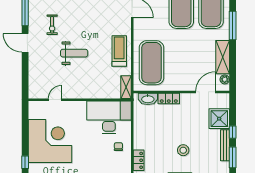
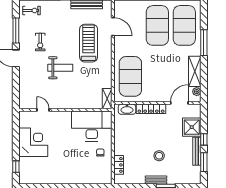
treadmill: (119, 51) -> (89, 43), moved, width x1.37, depth x1.38
locker: (169, 98) -> (151, 109), width x1.53
door: (55, 100) -> (43, 110), hinge flipped
corner desk: (50, 141) -> (33, 142), width x0.74, depth x0.74

